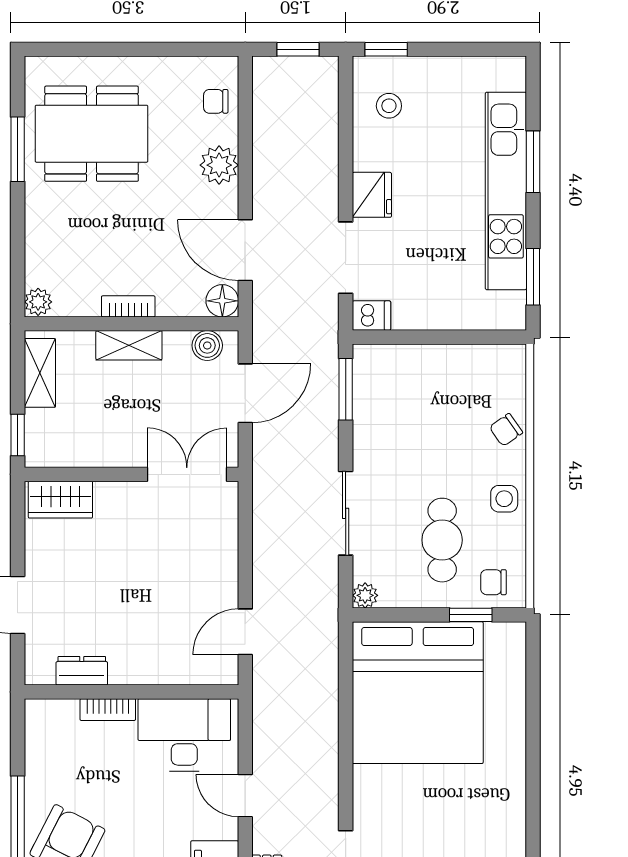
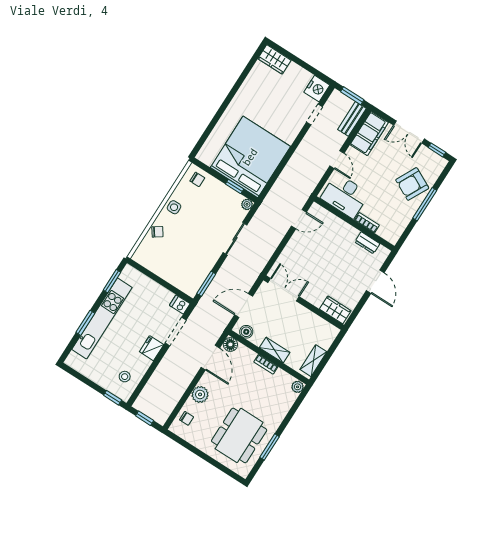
dining table: (92, 134) -> (239, 435), turned 90
window: (18, 435) -> (336, 343), removed
double door: (187, 474) -> (284, 290), swing flipped
cafe table: (442, 540) -> (206, 207), removed
window: (471, 615) -> (235, 187), moved

